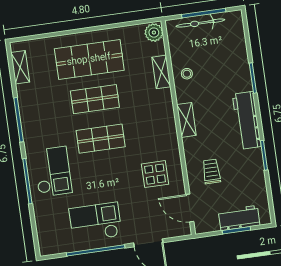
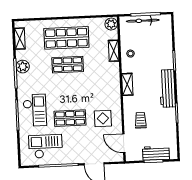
plant: (28, 108) -> (23, 67), added
shop shelf: (101, 139) -> (70, 118), moved
checkout: (95, 222) -> (45, 146), moved

